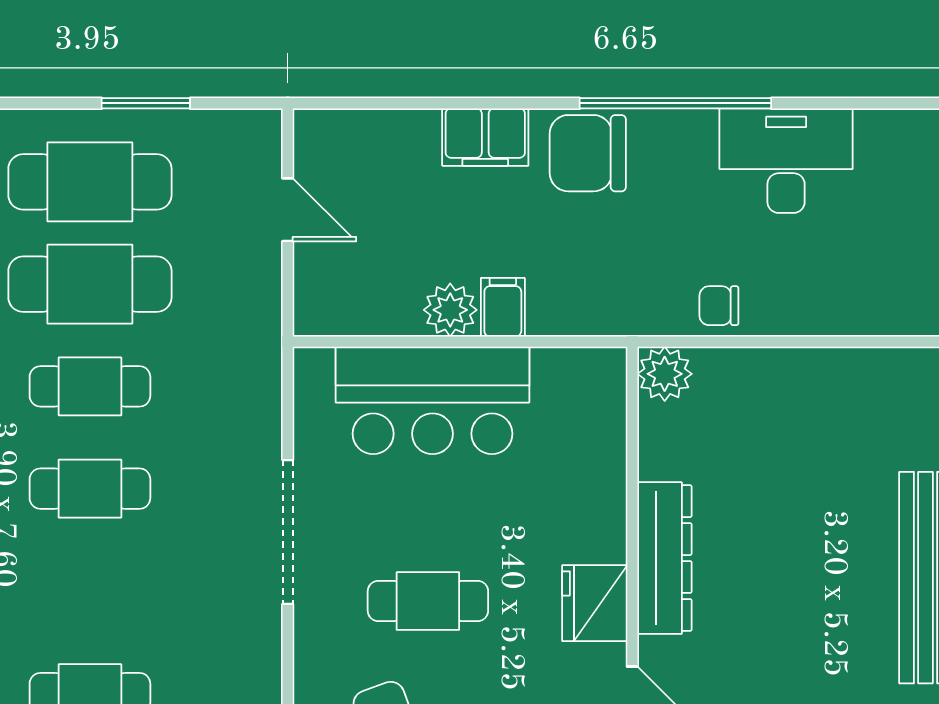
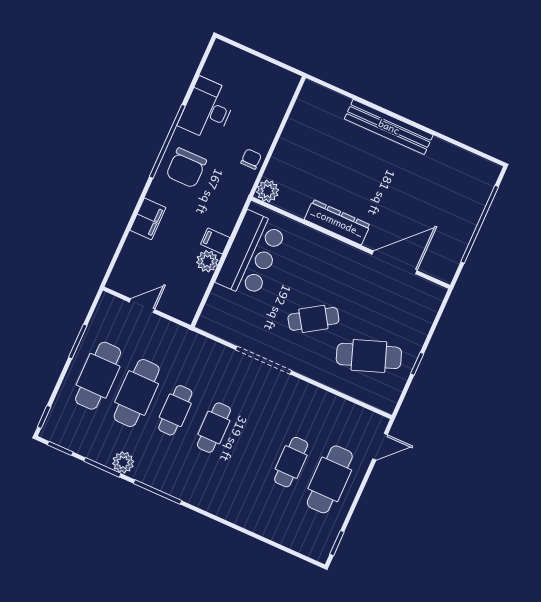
chair: (588, 153) -> (186, 168), moved
chair: (719, 306) -> (251, 159), turned 180
bar counter: (432, 400) -> (251, 255), moved
cafe table: (428, 601) -> (313, 319), turned 57
fridge: (595, 603) -> (342, 256), removed

